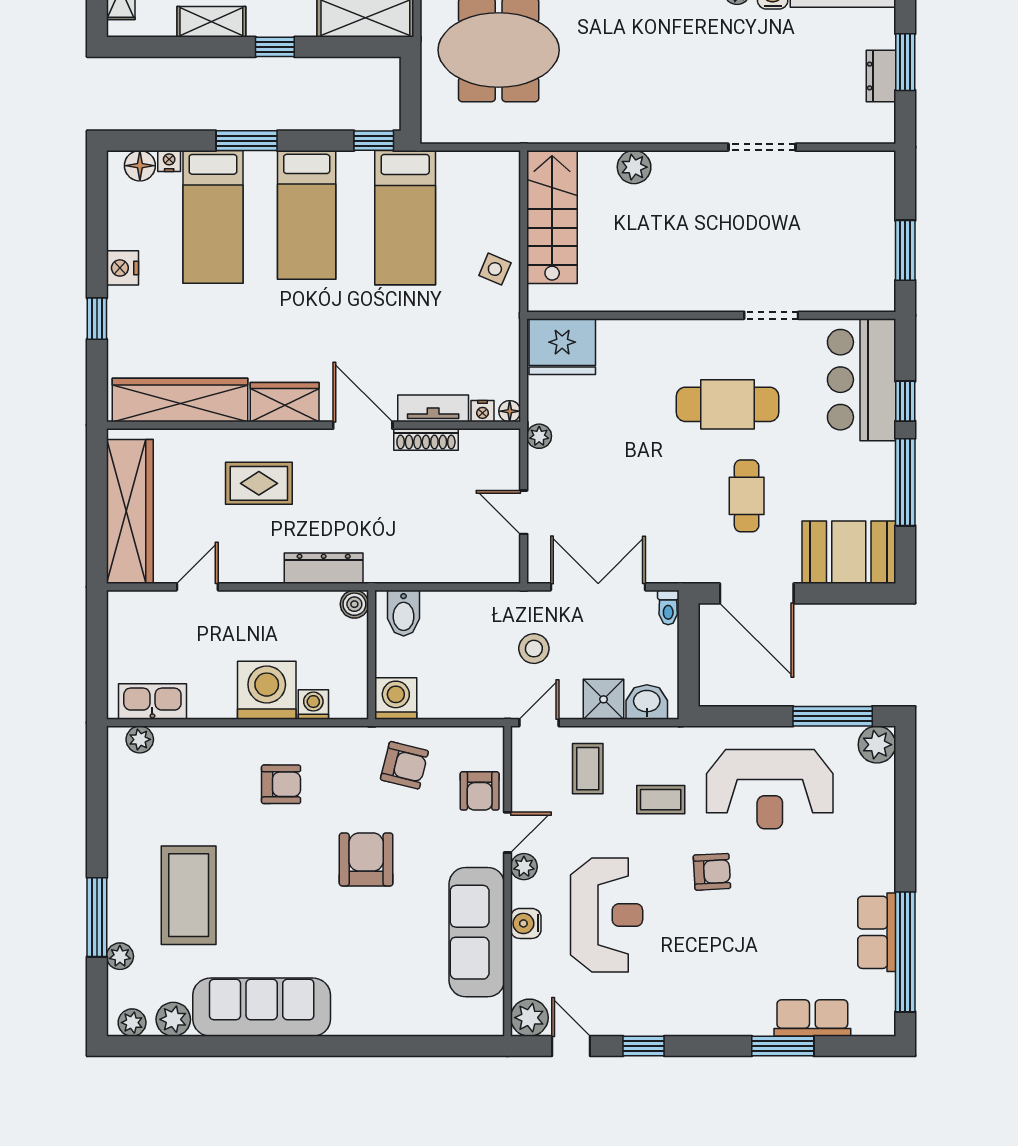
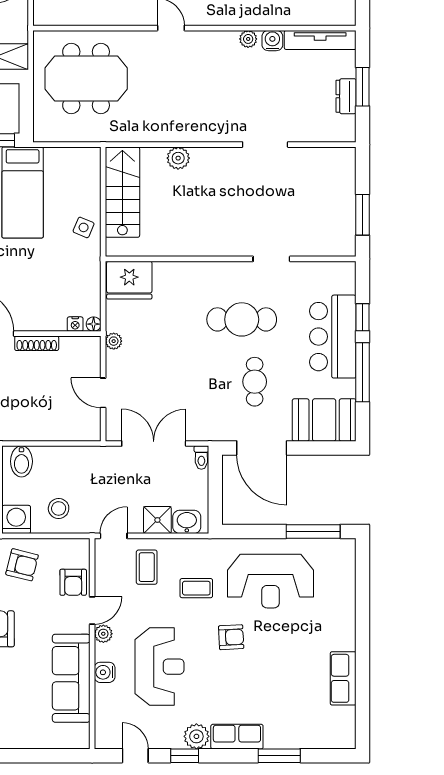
bar counter: (862, 380) -> (333, 337), moved
tv unit: (433, 408) -> (42, 322), removed
stool: (534, 649) -> (59, 508), moved
plant: (877, 745) -> (343, 551), removed
window: (905, 952) -> (363, 692), removed
plant: (529, 1018) -> (196, 736), moved
row of seats: (812, 1018) -> (237, 737), moved

